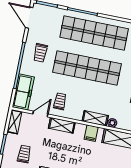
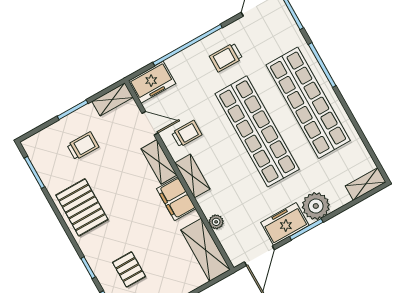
freezer: (23, 92) -> (152, 82), width x0.71
shelving: (95, 118) -> (192, 176), moved
filing cabinet: (91, 133) -> (176, 199), width x2.00

